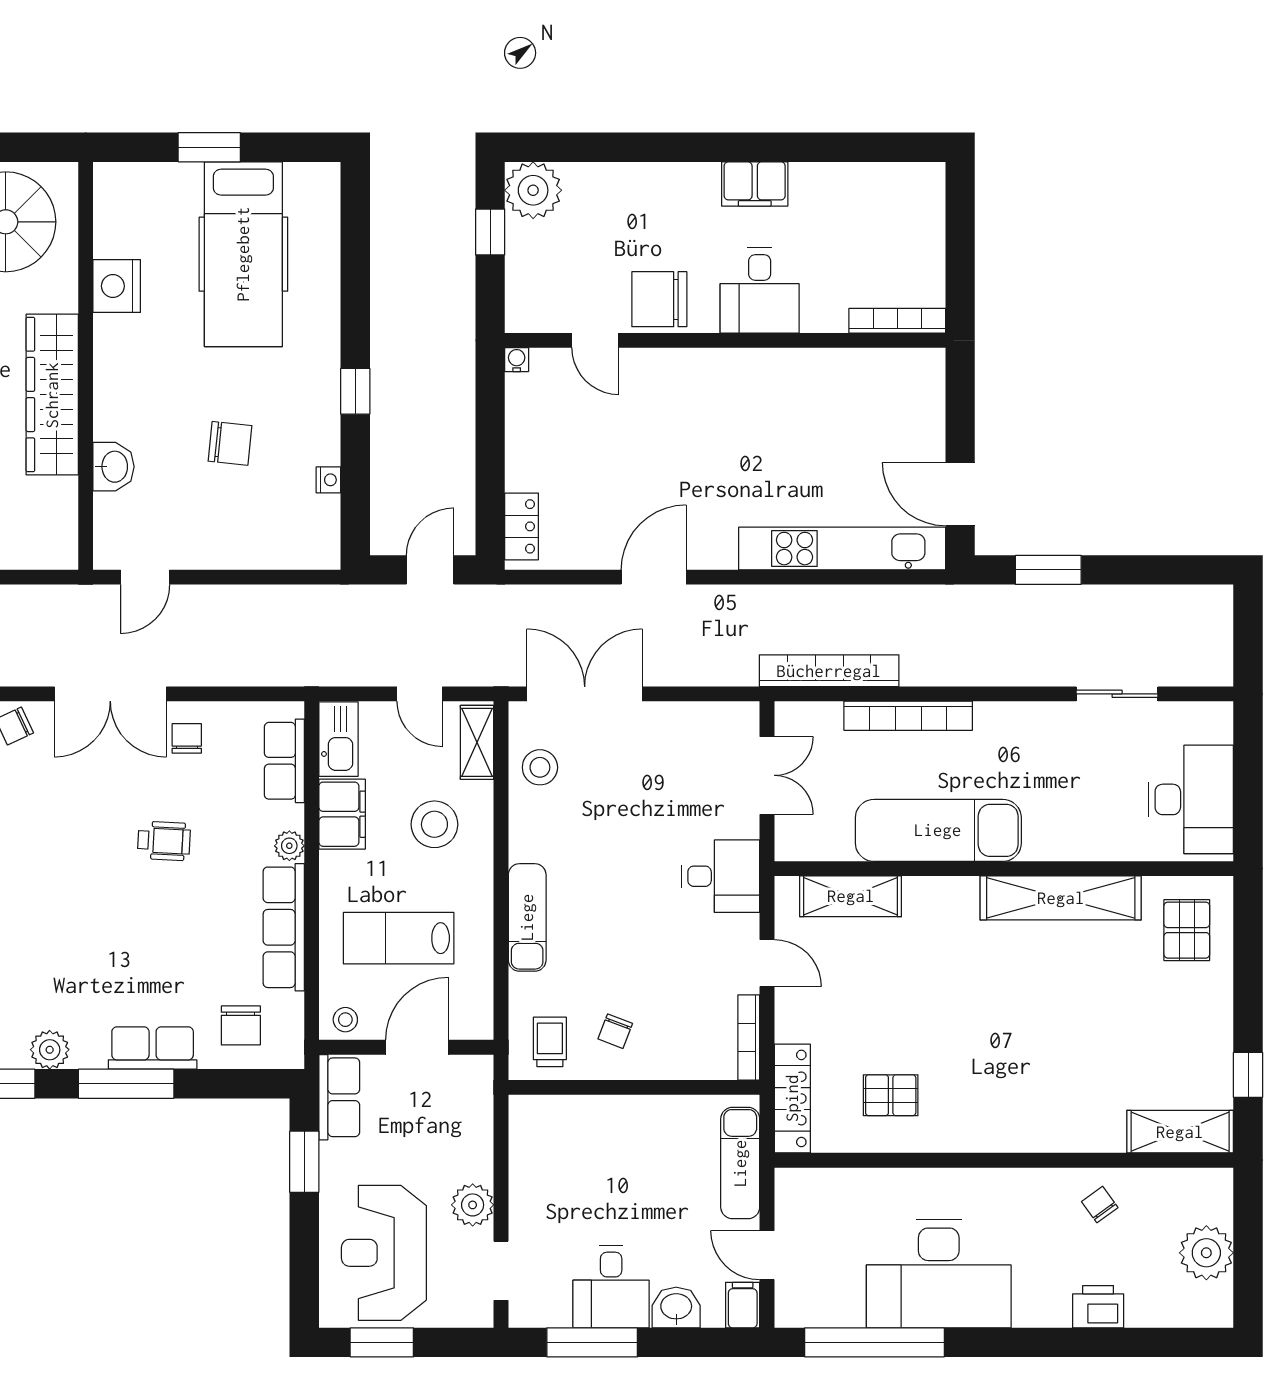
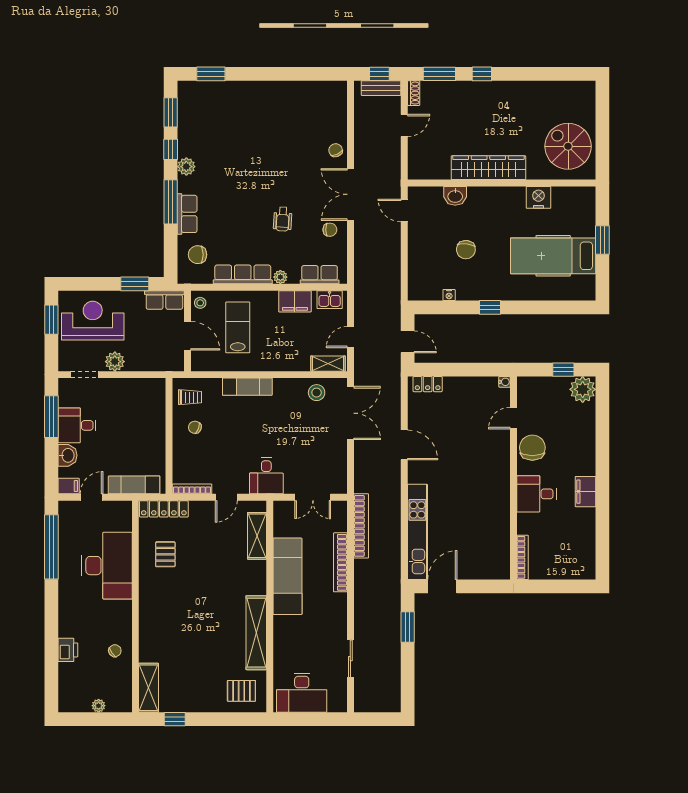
kitchen sink: (338, 739) -> (330, 300), width x0.73
stool: (434, 824) -> (290, 344), removed
plant: (1206, 1253) -> (99, 706), width x0.53, depth x0.53
desk: (939, 1274) -> (107, 566), moved, turned 180

